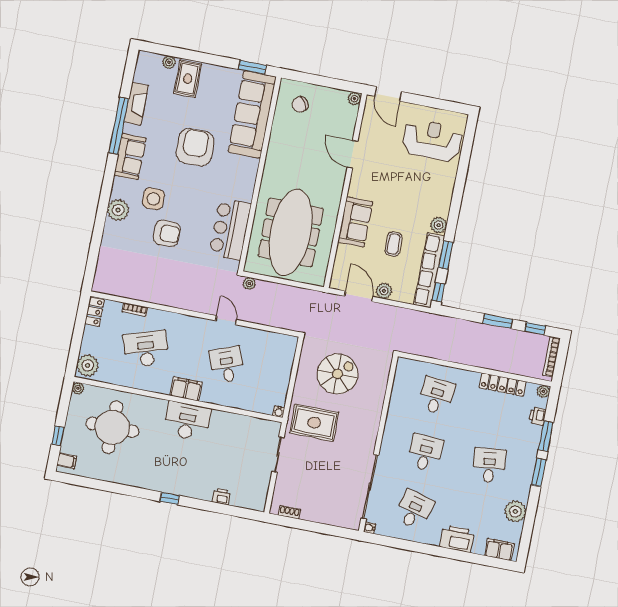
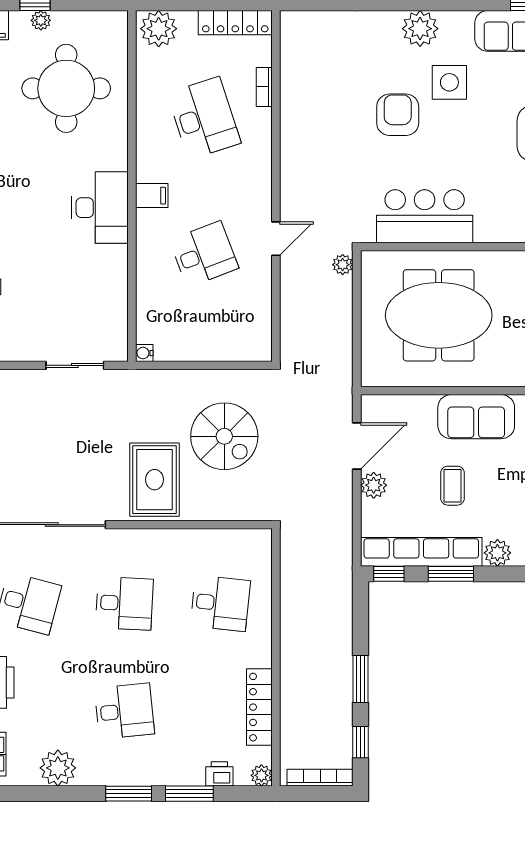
meeting table: (291, 232) -> (439, 315), width x0.73
armchair: (167, 233) -> (398, 115), turned 180
coffee table: (394, 244) -> (452, 486), turned 90
locker: (94, 312) -> (235, 23), width x1.53
plant: (78, 388) -> (41, 20), moved
filing cabinet: (186, 389) -> (152, 196), width x0.50
rug: (314, 423) -> (155, 480), moved

